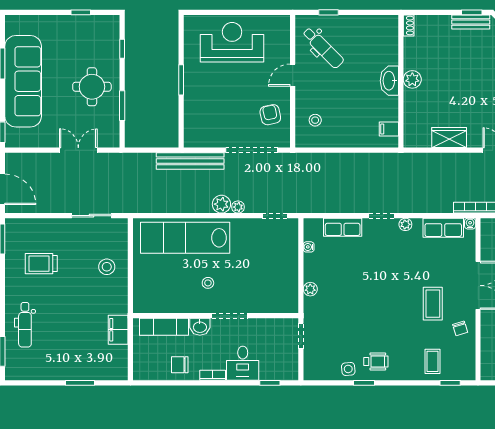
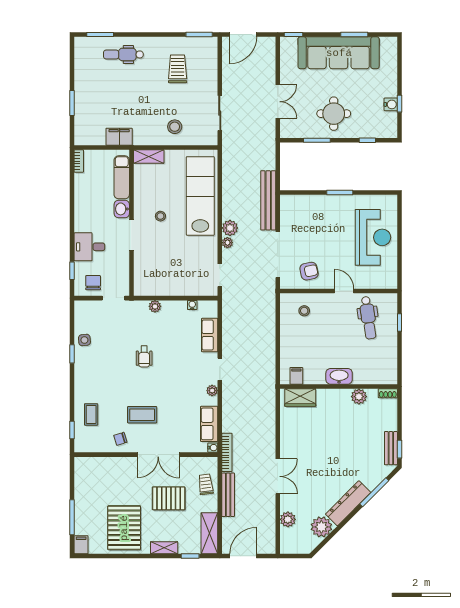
water cooler: (82, 22) -> (391, 104), added
dental chair: (323, 48) -> (368, 318), turned -53
plant: (412, 79) -> (359, 397), moved
wardrobe: (449, 138) -> (300, 398), moved, turned 90
shelving: (140, 296) -> (149, 156), added
coffee table: (433, 361) -> (91, 414), turned 90
wheelchair: (376, 362) -> (144, 357), moved
chair: (180, 365) -> (93, 283), moved
bookcase: (213, 375) -> (79, 161), moved

